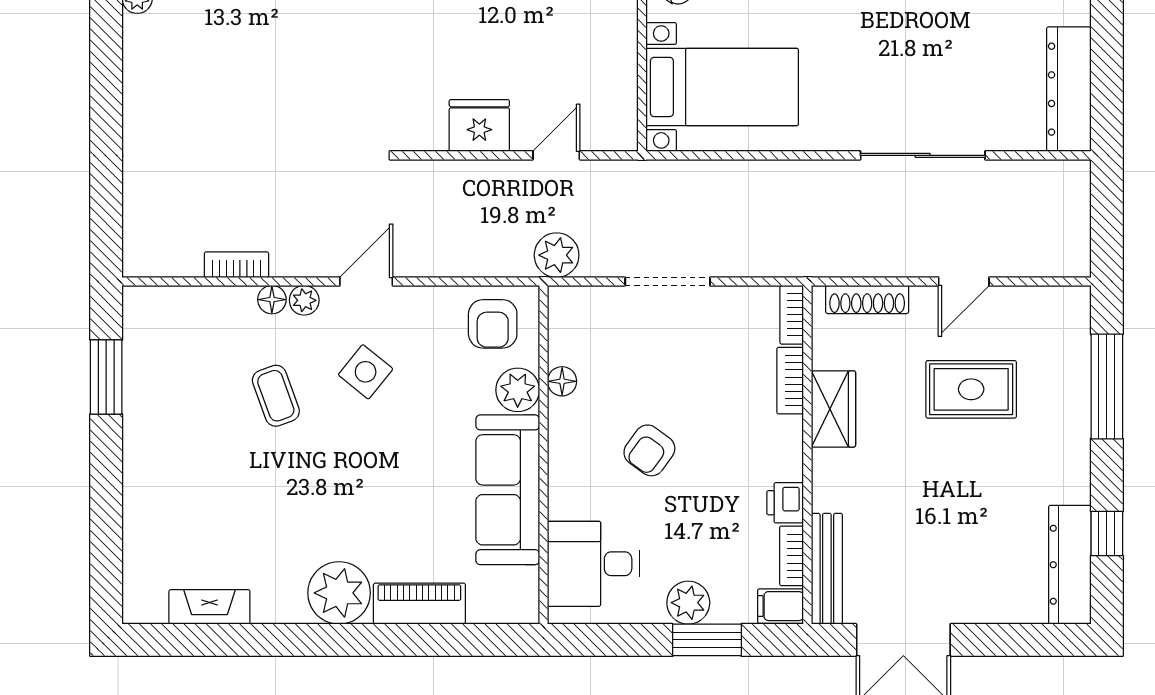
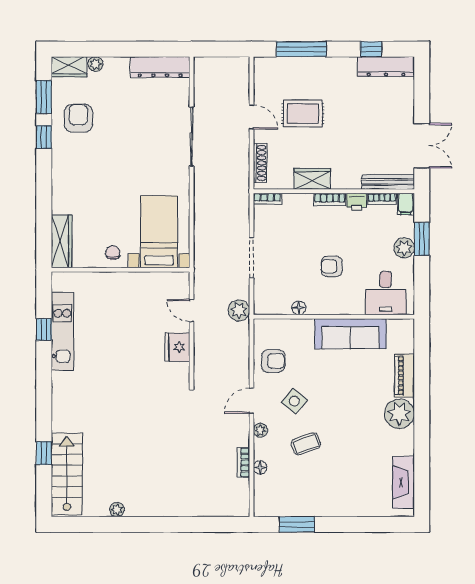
door: (366, 281) -> (251, 401), hinge flipped
floor lamp: (272, 300) -> (260, 467), moved
armchair: (493, 324) -> (273, 361), moved
bookcase: (790, 381) -> (330, 199), moved
rug: (971, 389) -> (303, 114), turned 90
plant: (518, 390) -> (303, 329), removed
armchair: (649, 450) -> (332, 266), turned 144
fireplace: (209, 607) -> (403, 482), width x1.37, depth x1.32

